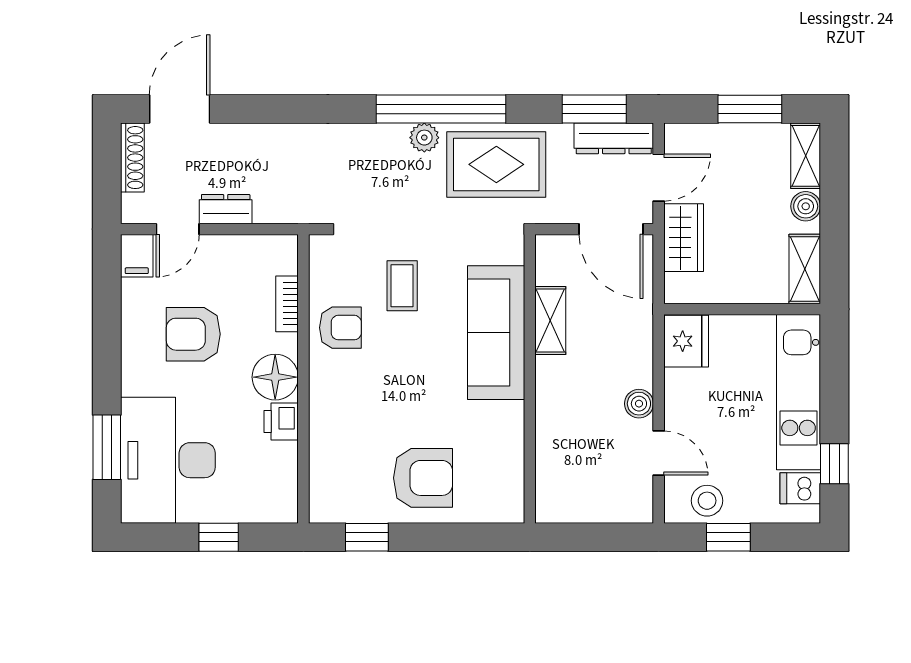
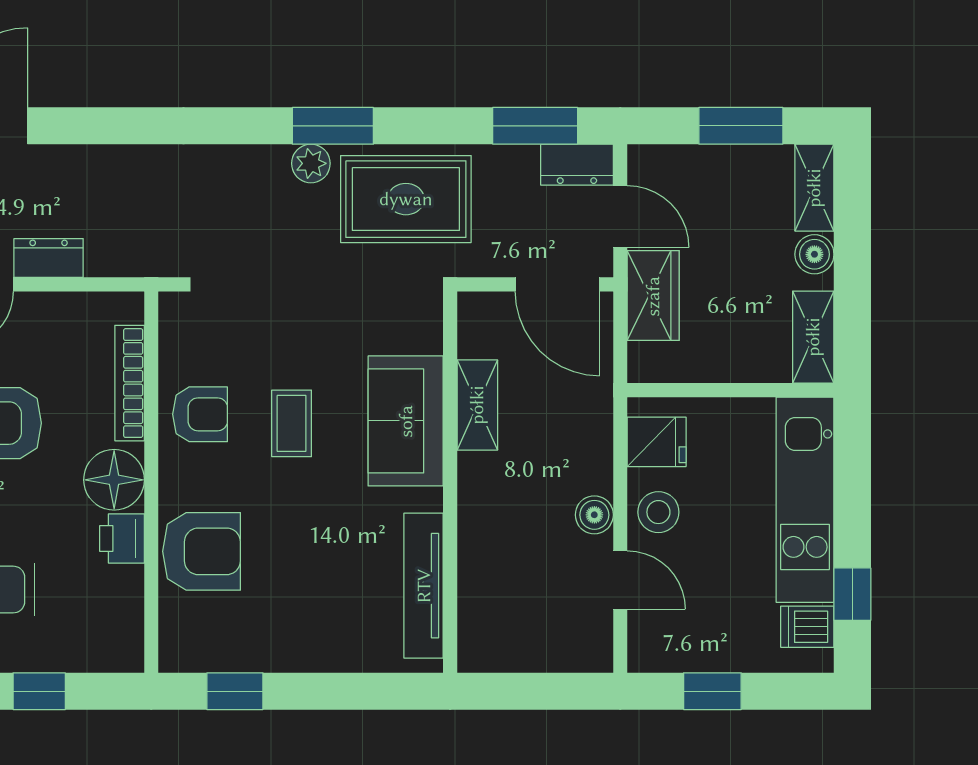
window: (441, 109) -> (333, 126), width x0.47
dresser: (614, 138) -> (577, 165), width x0.70
door: (659, 178) -> (620, 216), hinge flipped
coffee table: (402, 286) -> (292, 423), moved
bookcase: (287, 304) -> (130, 383), width x1.56
sofa: (496, 333) -> (406, 421), width x0.73
fridge: (686, 341) -> (657, 442), width x0.72
tv unit: (510, 457) -> (424, 586), added
armchair: (423, 478) -> (202, 551), moved
stool: (707, 501) -> (658, 512), moved

